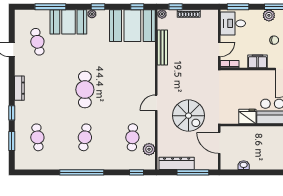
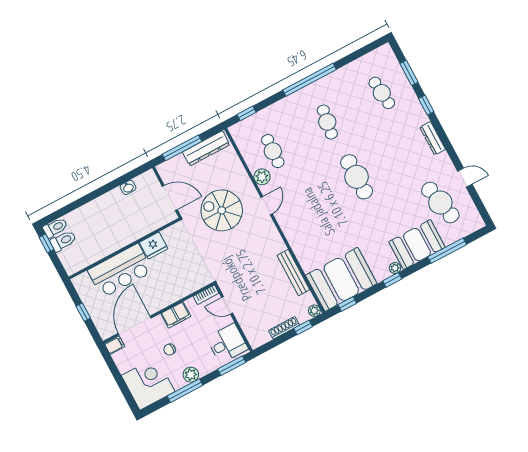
cafe table: (37, 42) -> (440, 203), width x1.37, depth x1.35
door: (219, 49) -> (227, 305), hinge flipped
plant: (149, 149) -> (262, 177), moved

